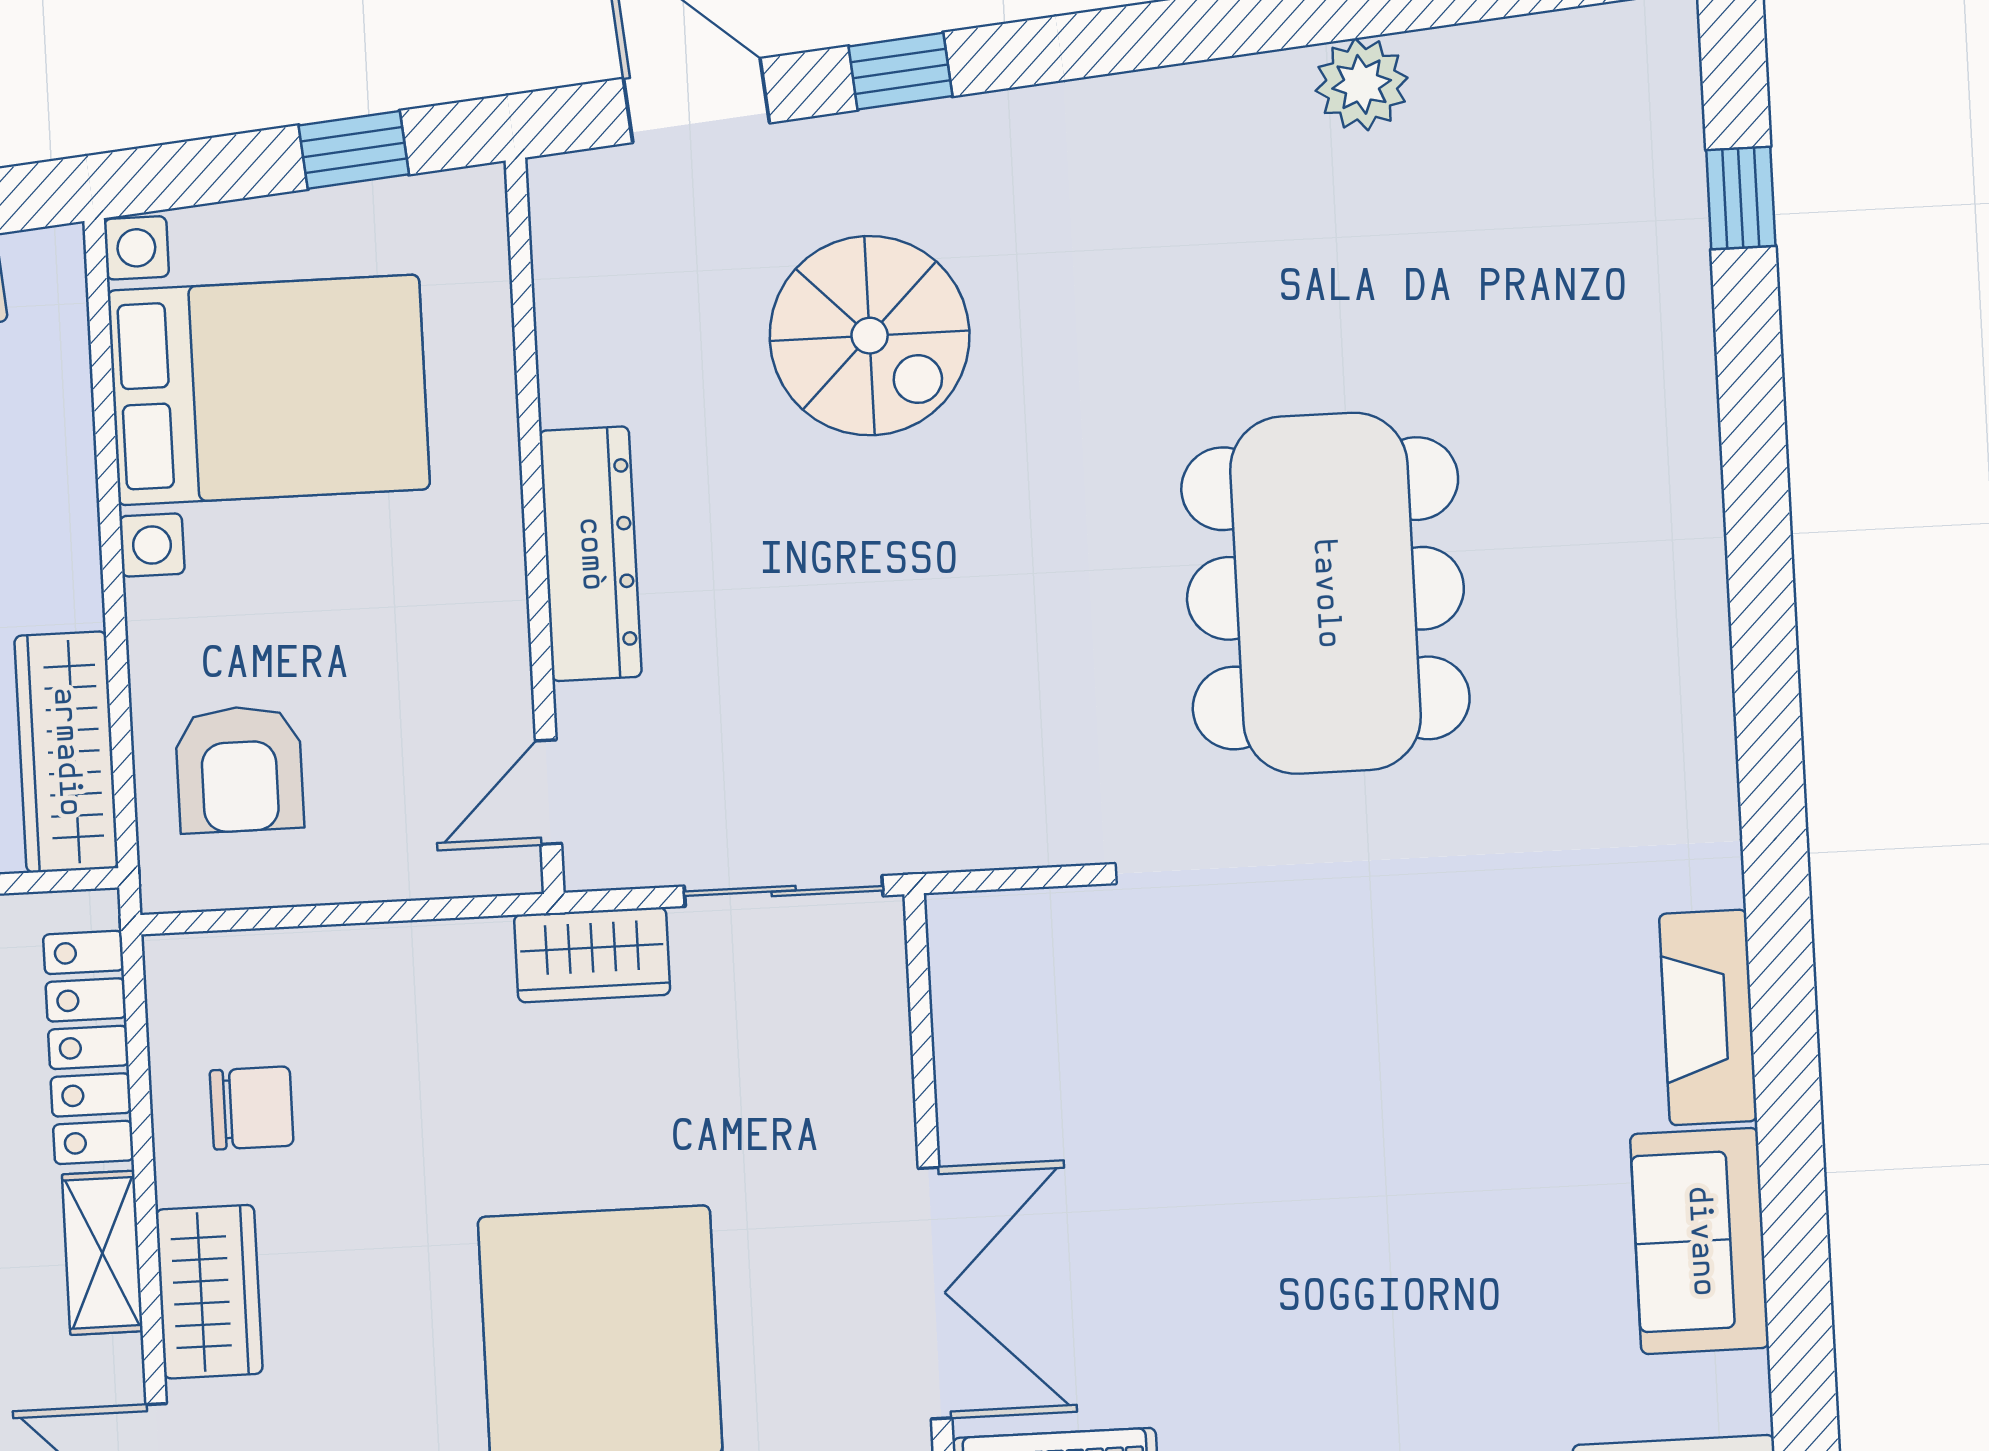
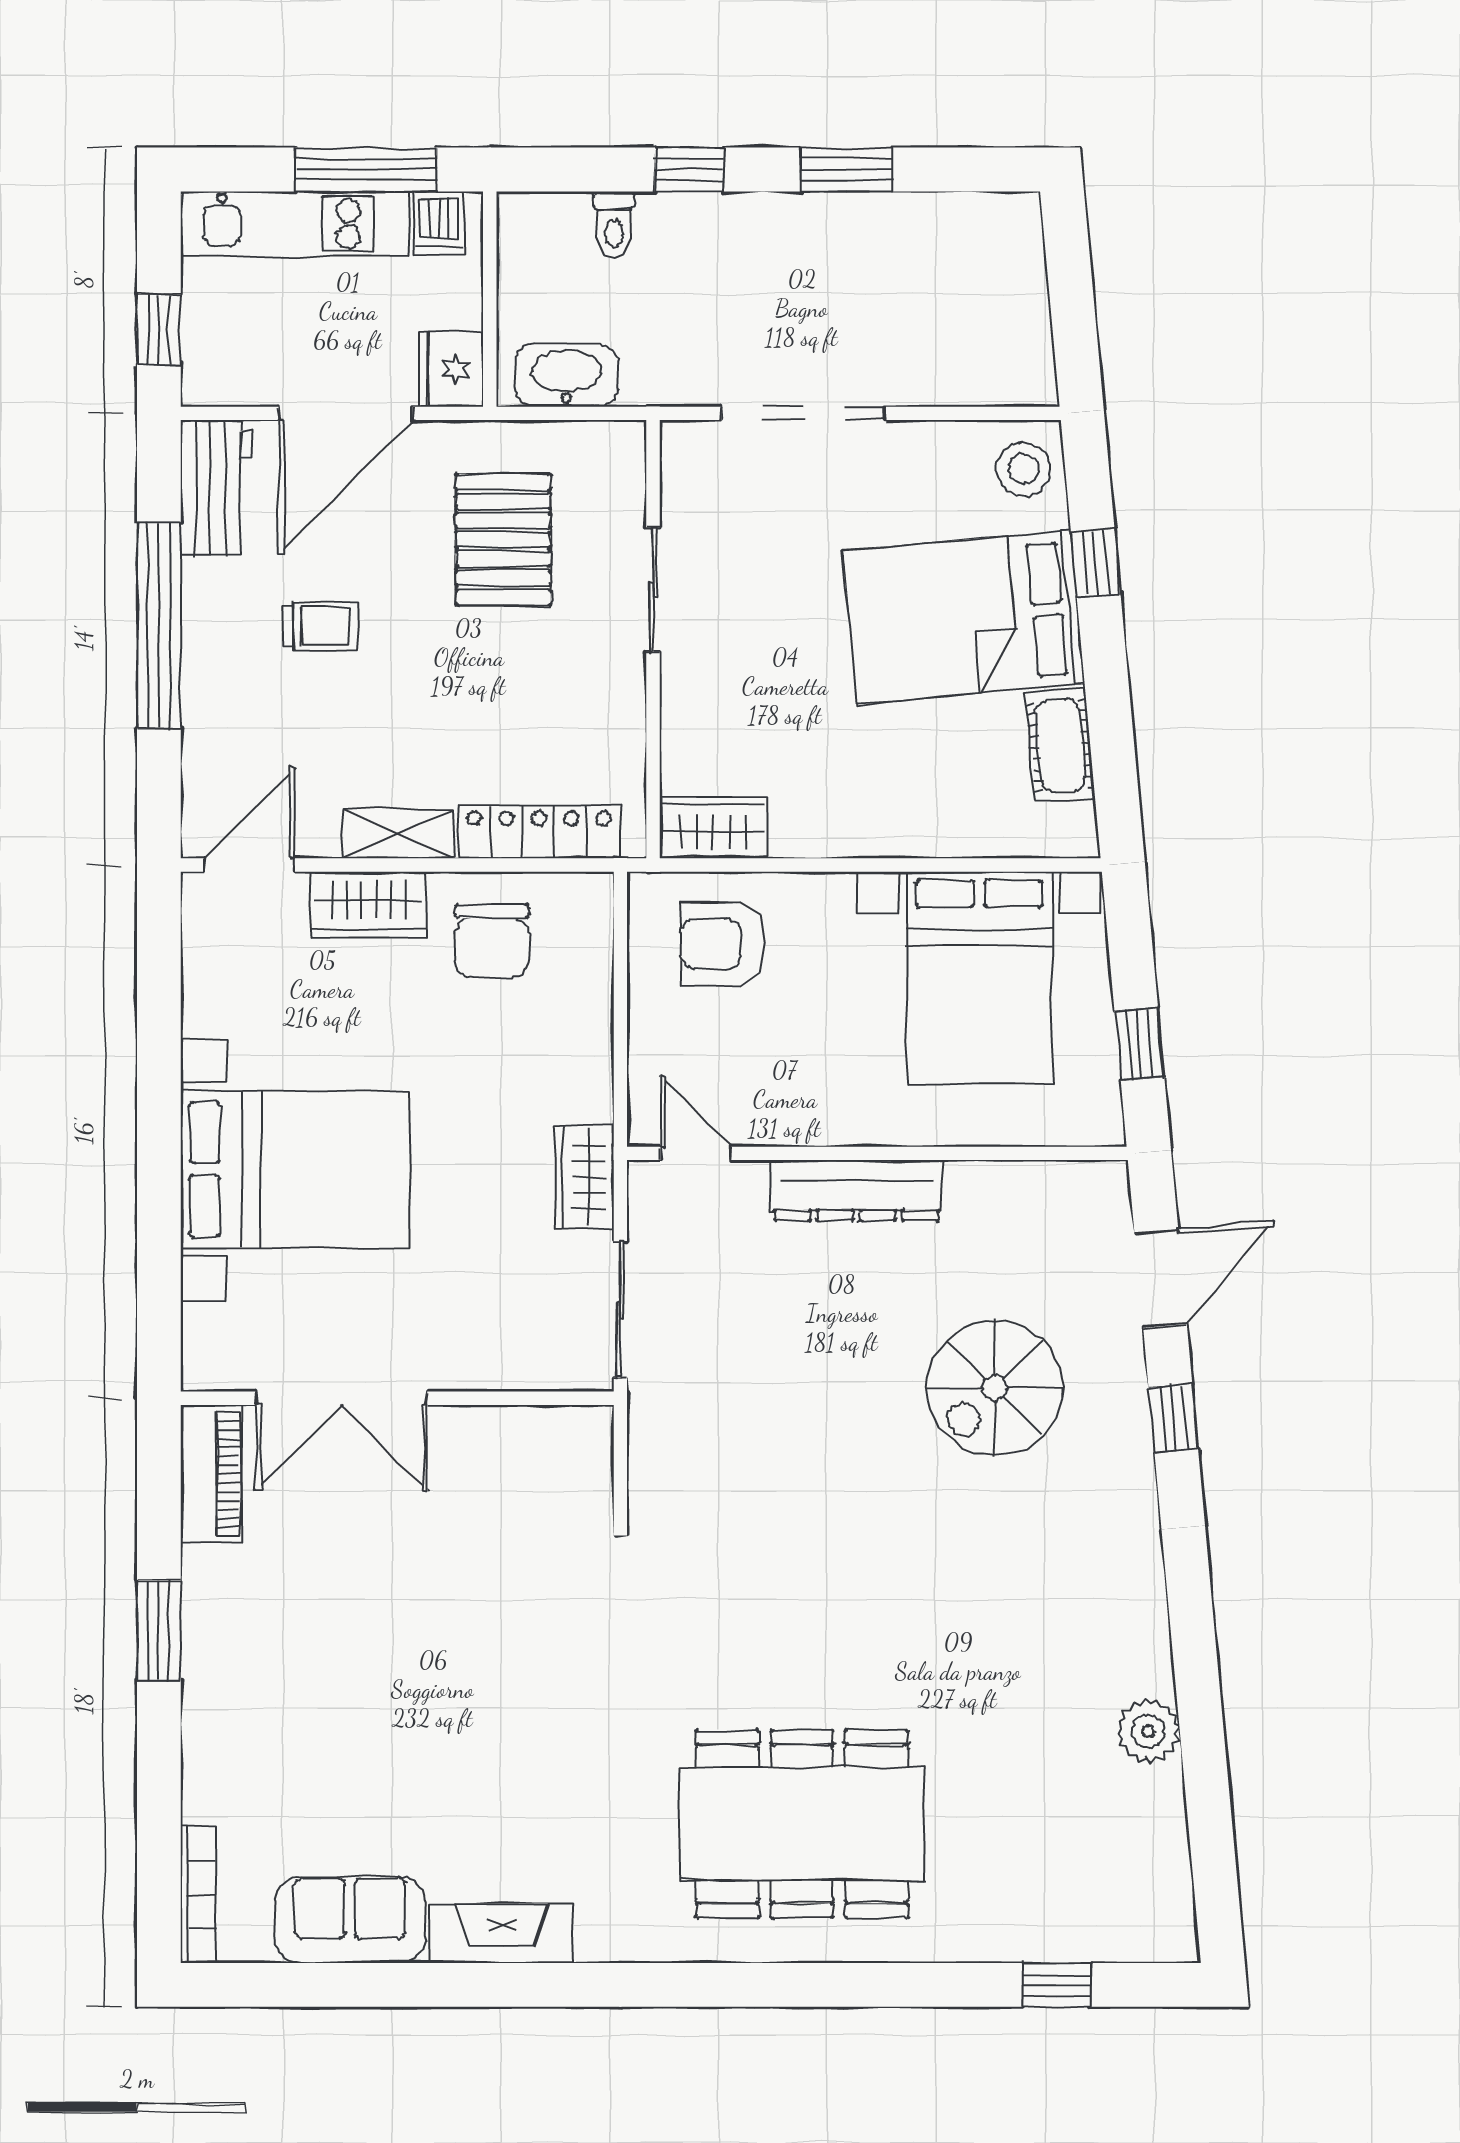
dining table: (1325, 593) -> (802, 1824), moved
wardrobe: (66, 752) -> (713, 827), width x0.67
chair: (252, 1108) -> (492, 940), width x1.37, depth x1.37

